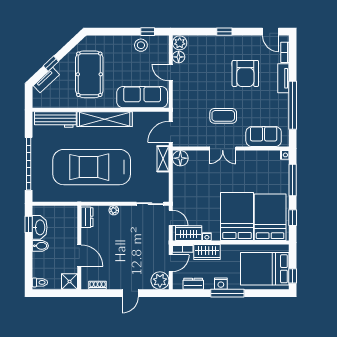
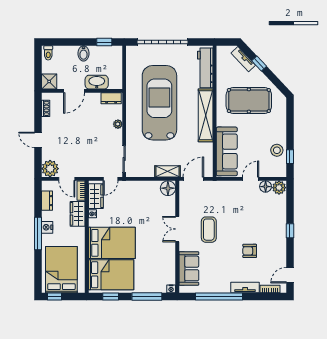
armchair: (245, 73) -> (250, 251), width x0.53, depth x0.53
door: (171, 132) -> (193, 179), hinge flipped
washbasin: (40, 227) -> (97, 82), moved, turned 180

